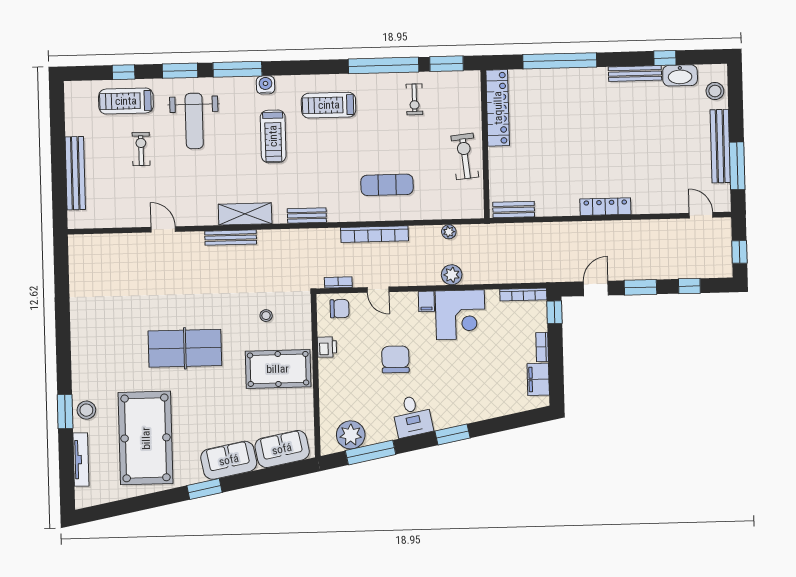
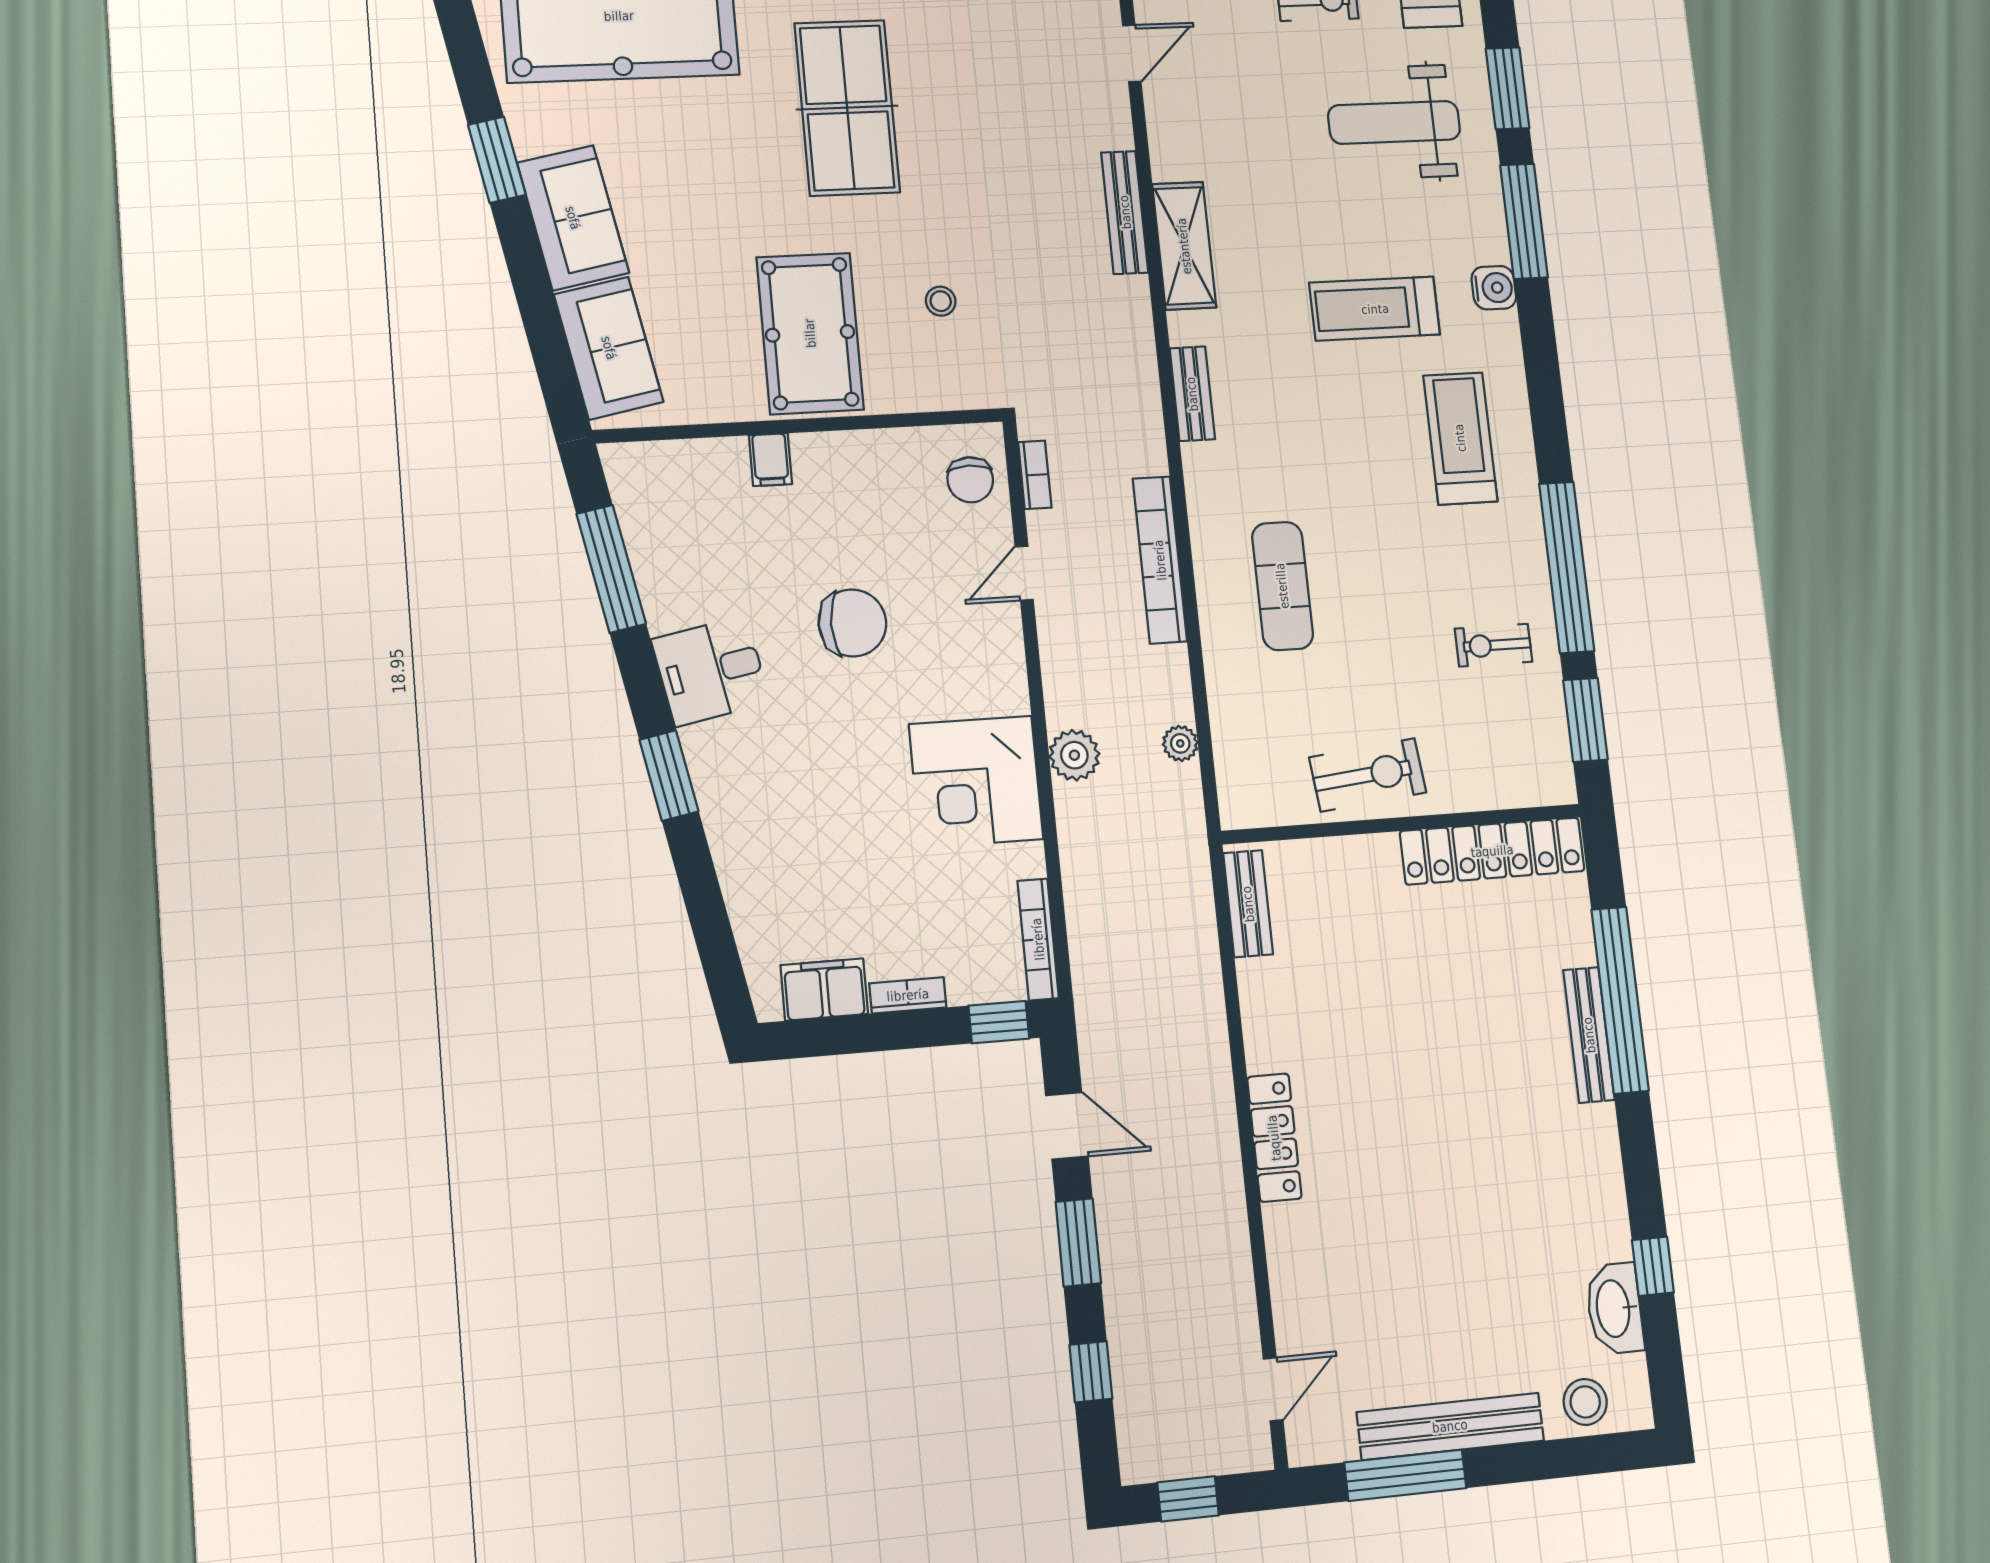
bench: (635, 74) -> (1589, 1035), moved
filing cabinet: (426, 301) -> (770, 460), moved, turned -90
printer: (327, 347) -> (873, 452), removed
plant: (351, 435) -> (654, 517), removed

